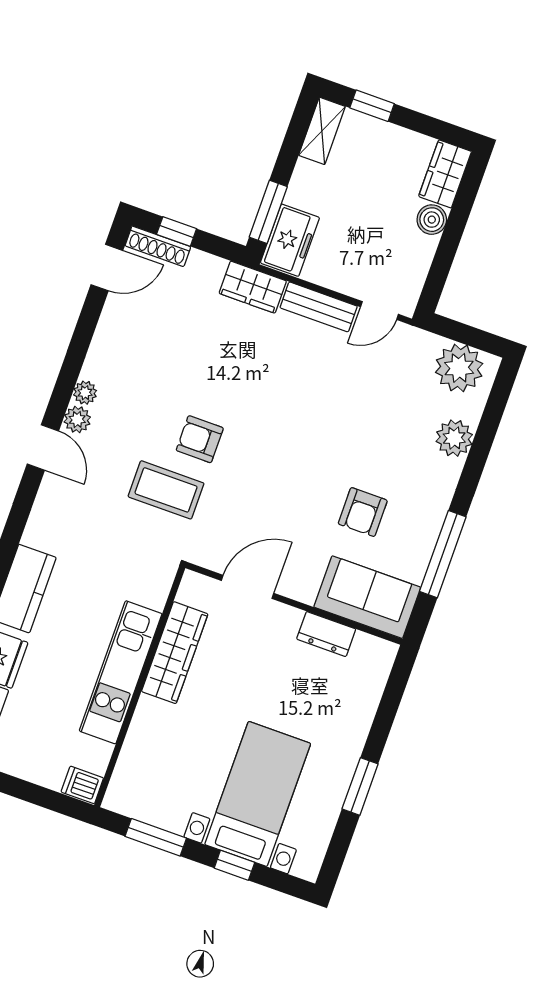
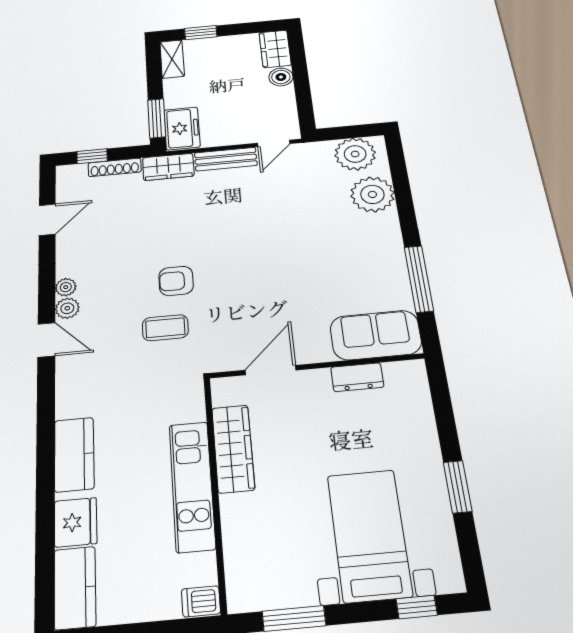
shoe rack: (158, 246) -> (115, 167), moved
door: (107, 268) -> (47, 220), moved
plant: (454, 438) -> (372, 194), width x1.36, depth x1.36
coffee table: (166, 490) -> (165, 328), width x0.73, depth x0.77
armchair: (363, 512) -> (337, 277), removed
window: (234, 865) -> (417, 607), moved

